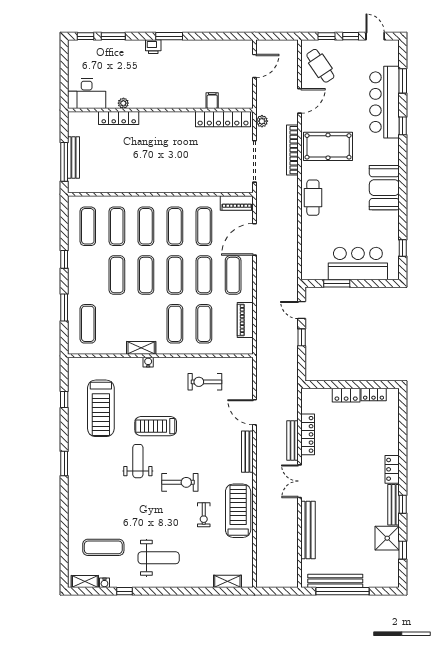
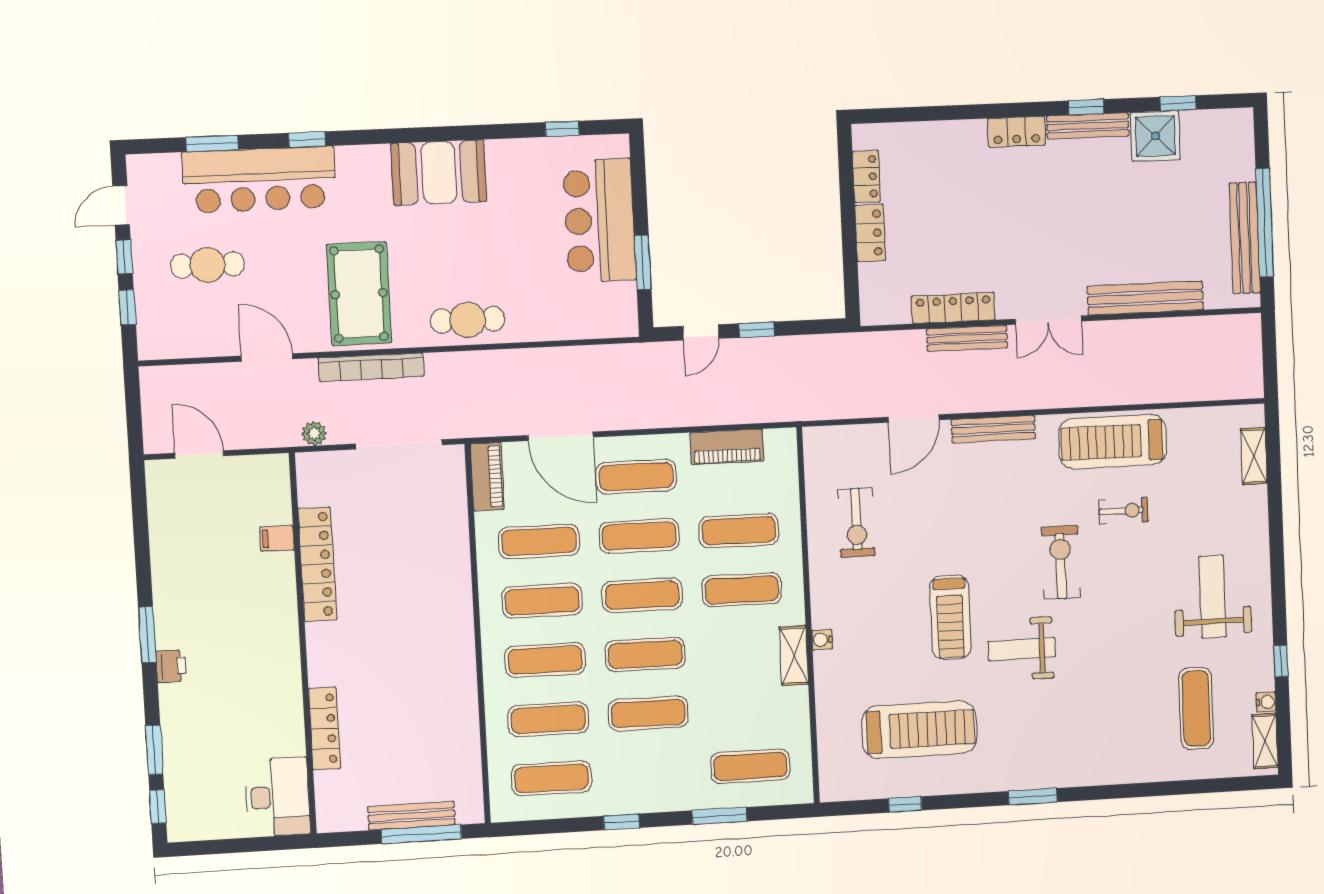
cafe table: (320, 66) -> (208, 265), moved, turned 34
plant: (123, 103) -> (293, 721), removed
locker: (223, 119) -> (317, 564), moved

